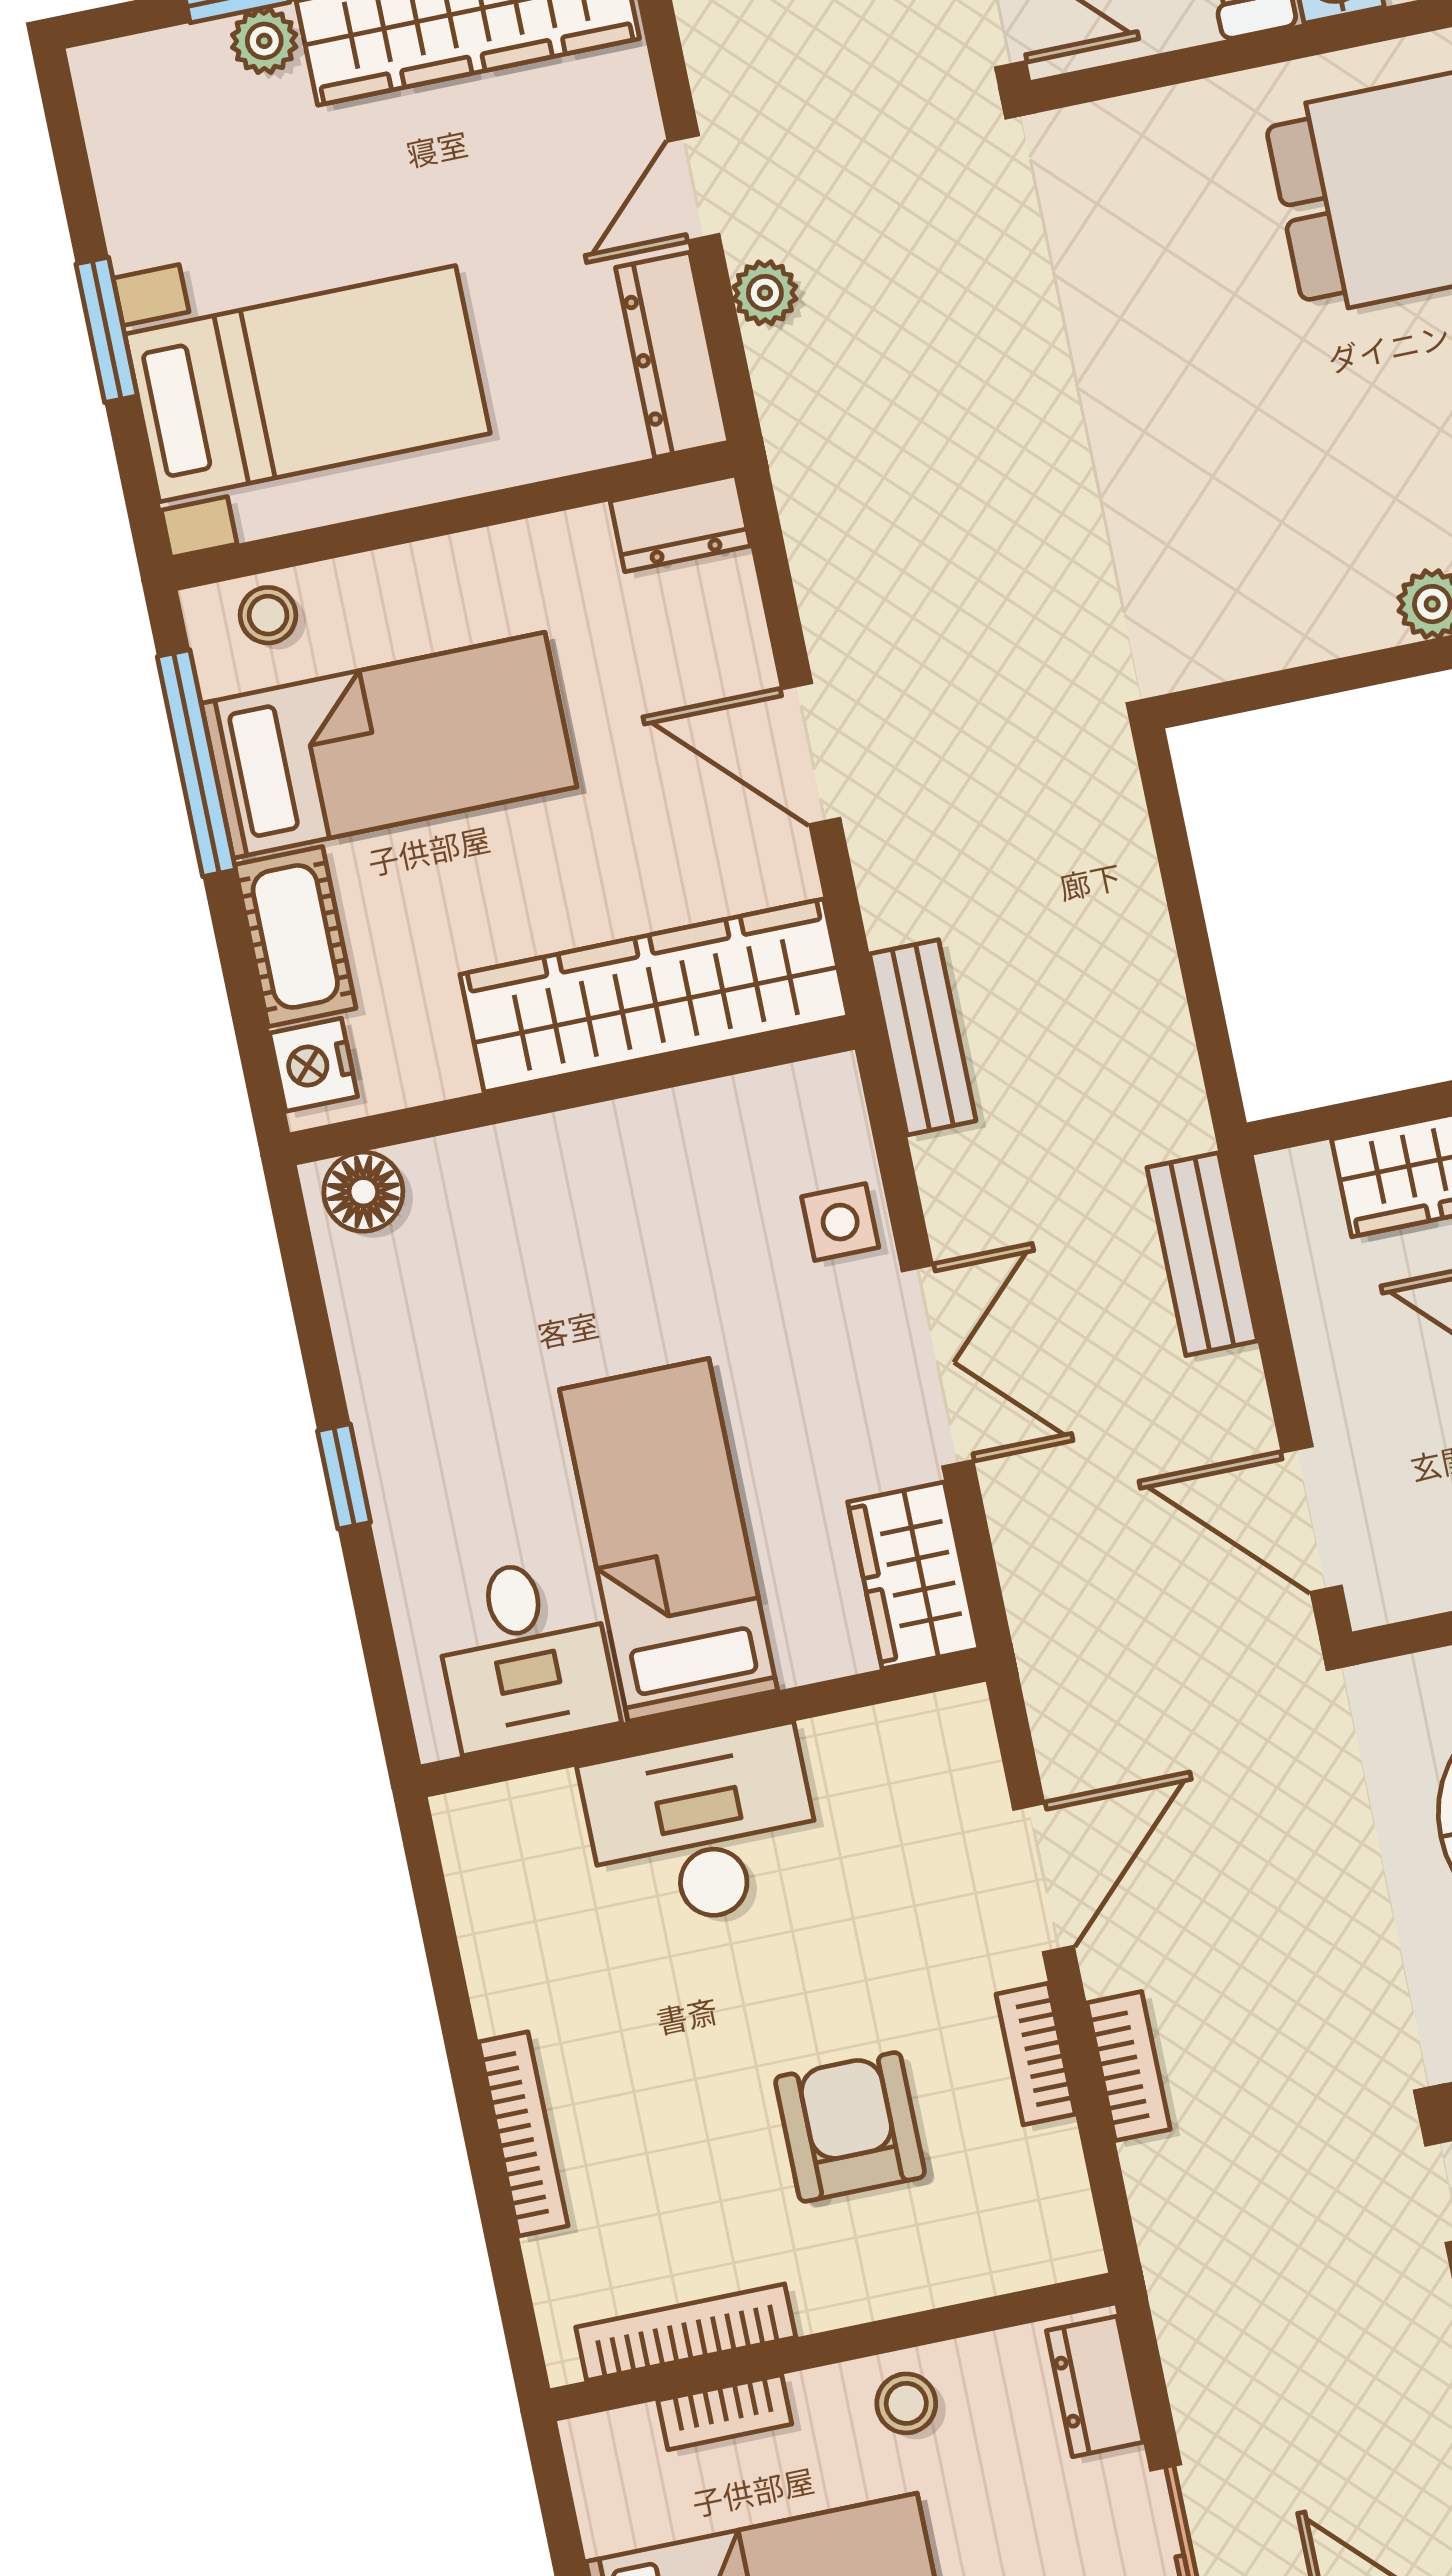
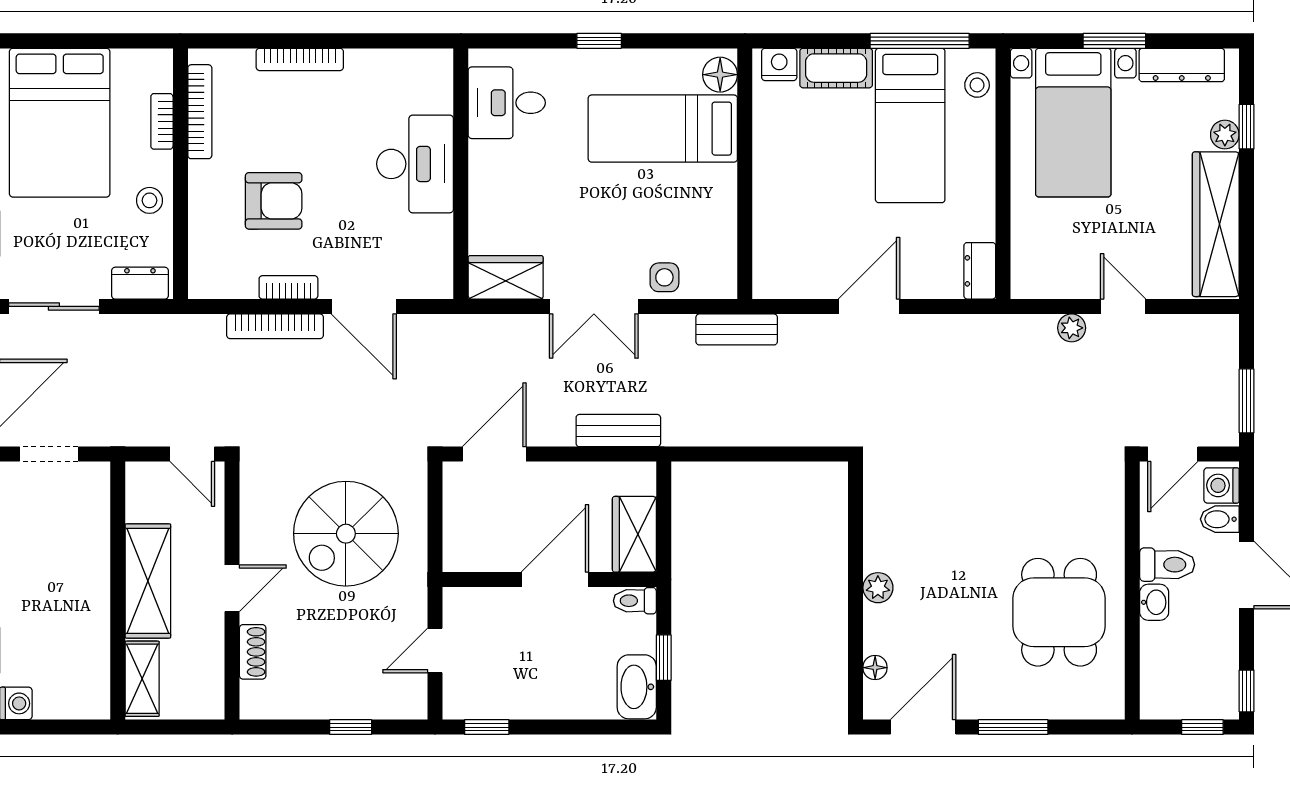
dresser: (672, 355) -> (1182, 65), moved, turned 180
wardrobe: (654, 995) -> (779, 217), removed
bed: (669, 1540) -> (663, 129), moved, turned 180
bookcase: (1128, 2066) -> (275, 326), width x1.56

